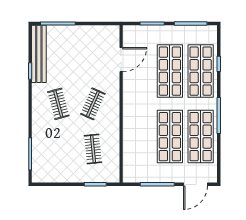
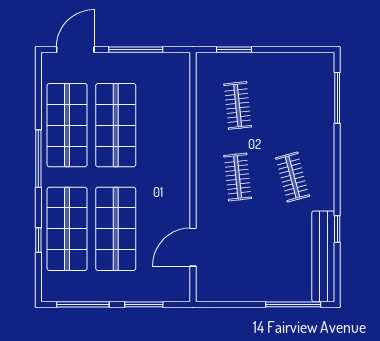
clothes rail: (93, 104) -> (238, 177), turned -30

